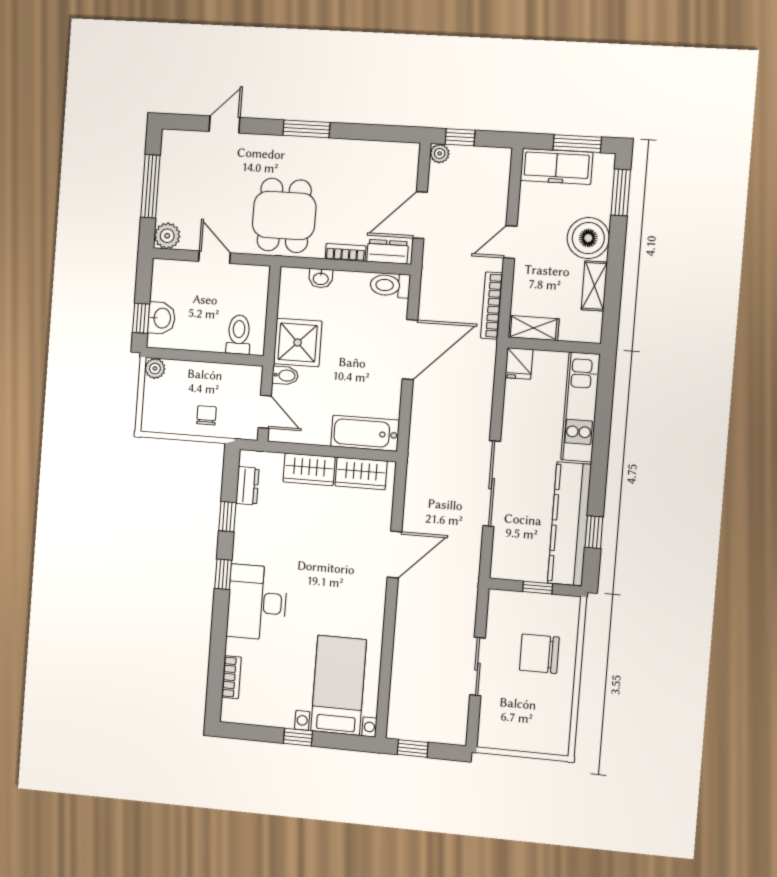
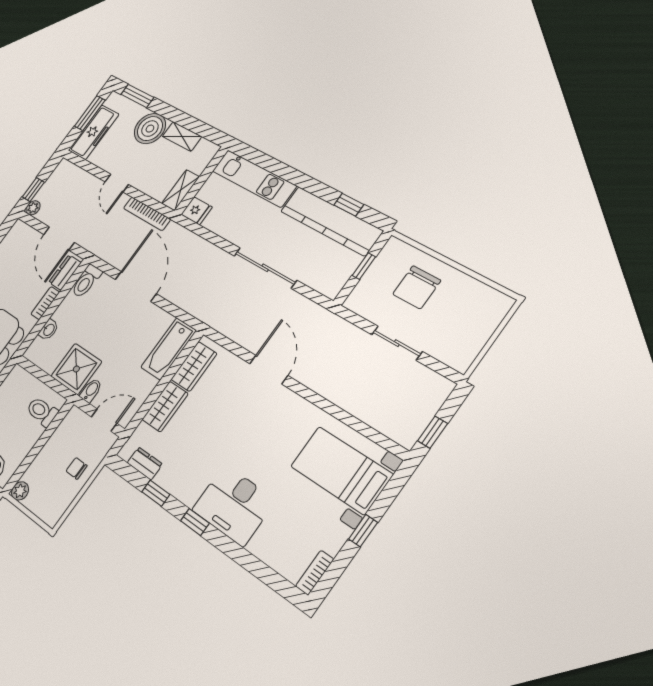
bookcase: (231, 677) -> (315, 573), moved, turned -90

